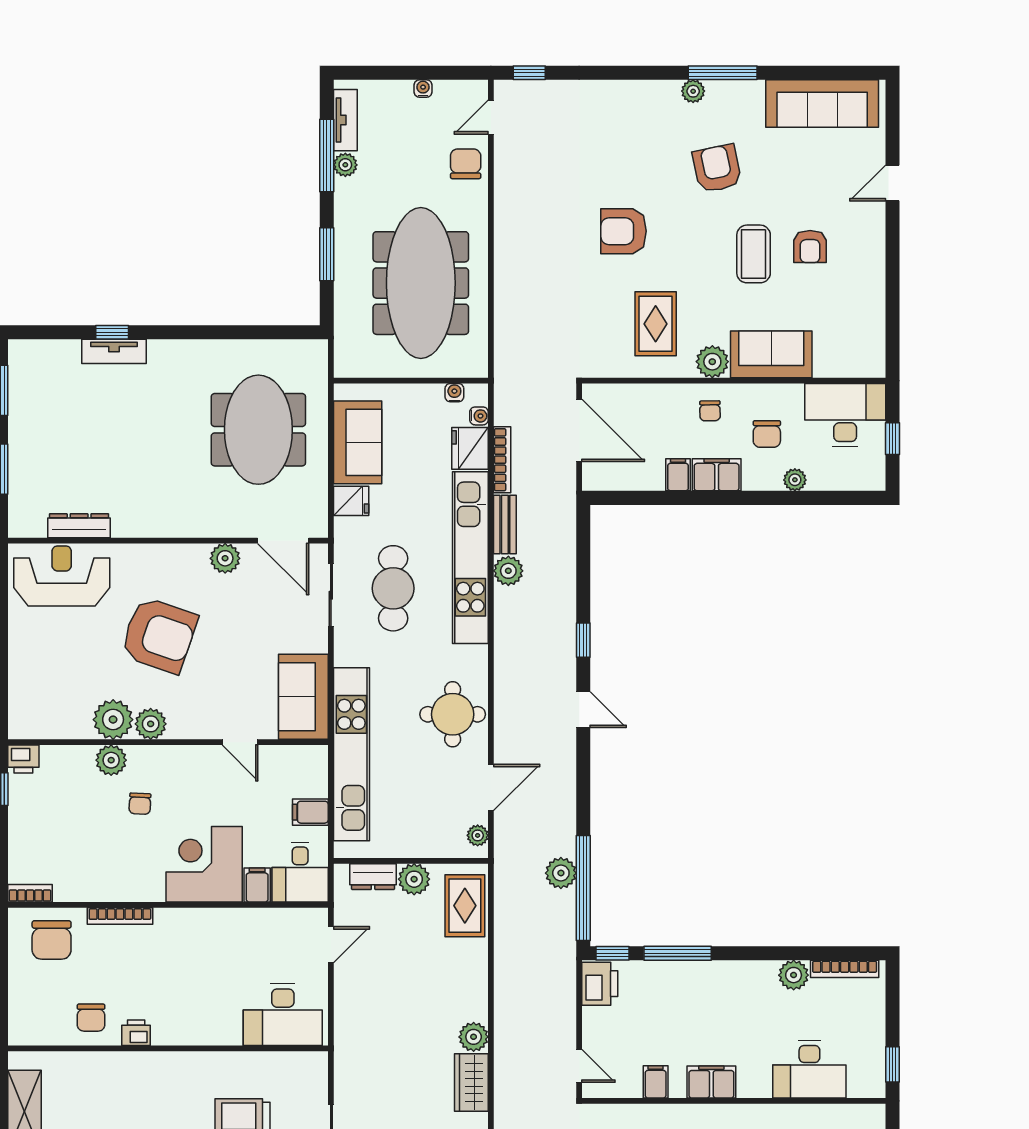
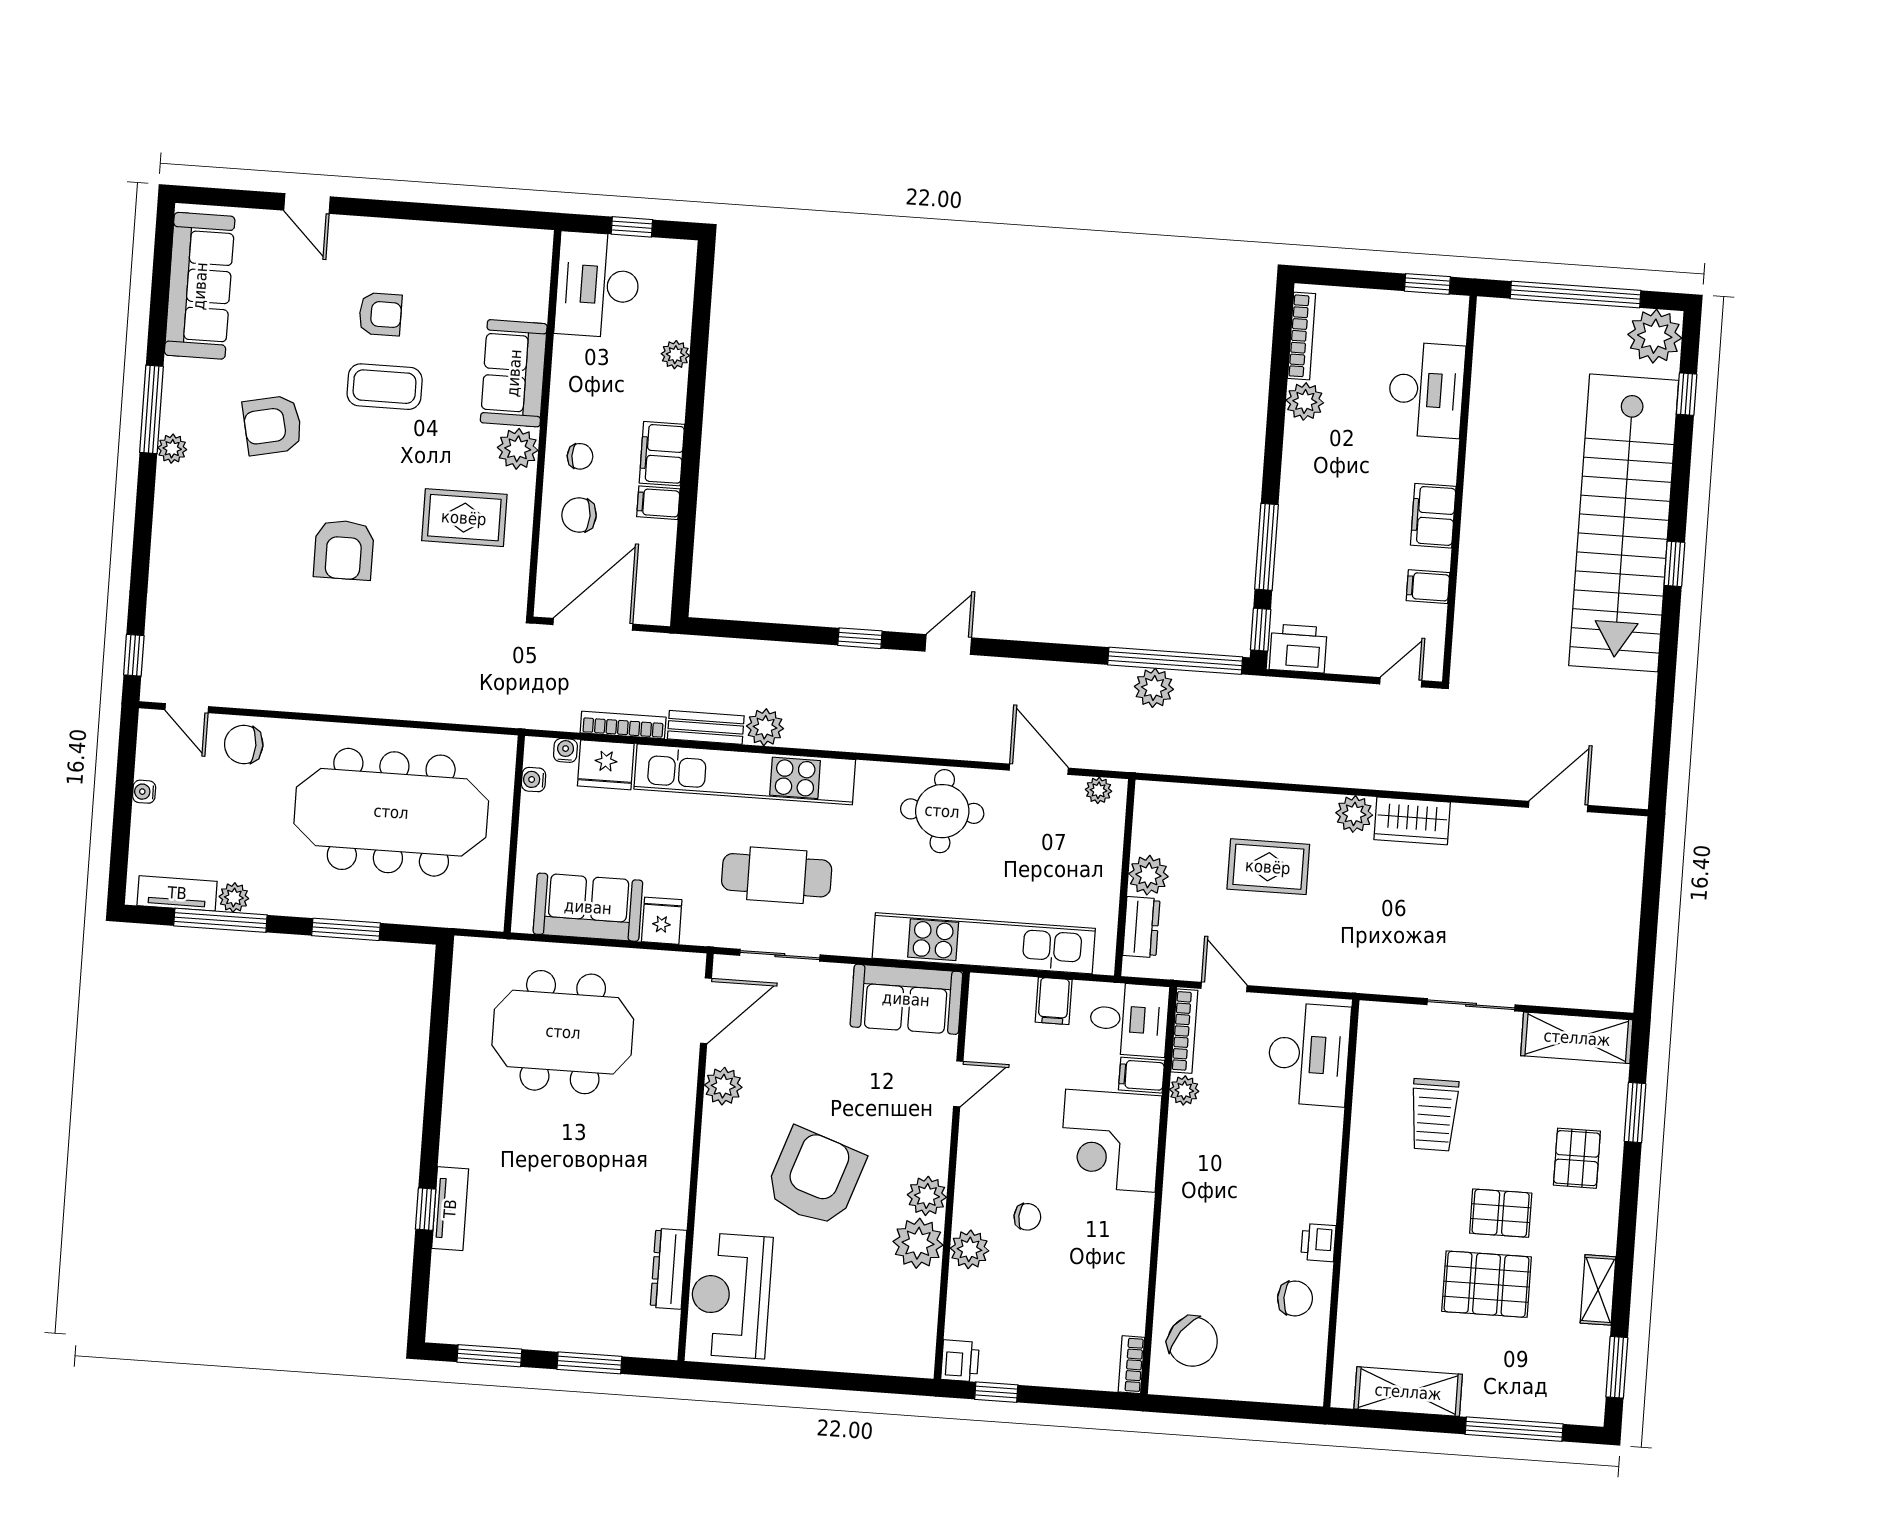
chair: (767, 434) -> (579, 515), moved, turned 180
rug: (465, 906) -> (1268, 867), moved
bookcase: (120, 916) -> (1184, 1031), moved
plant: (248, 919) -> (1184, 1090), added
chair: (52, 940) -> (1193, 1341), turned 36

